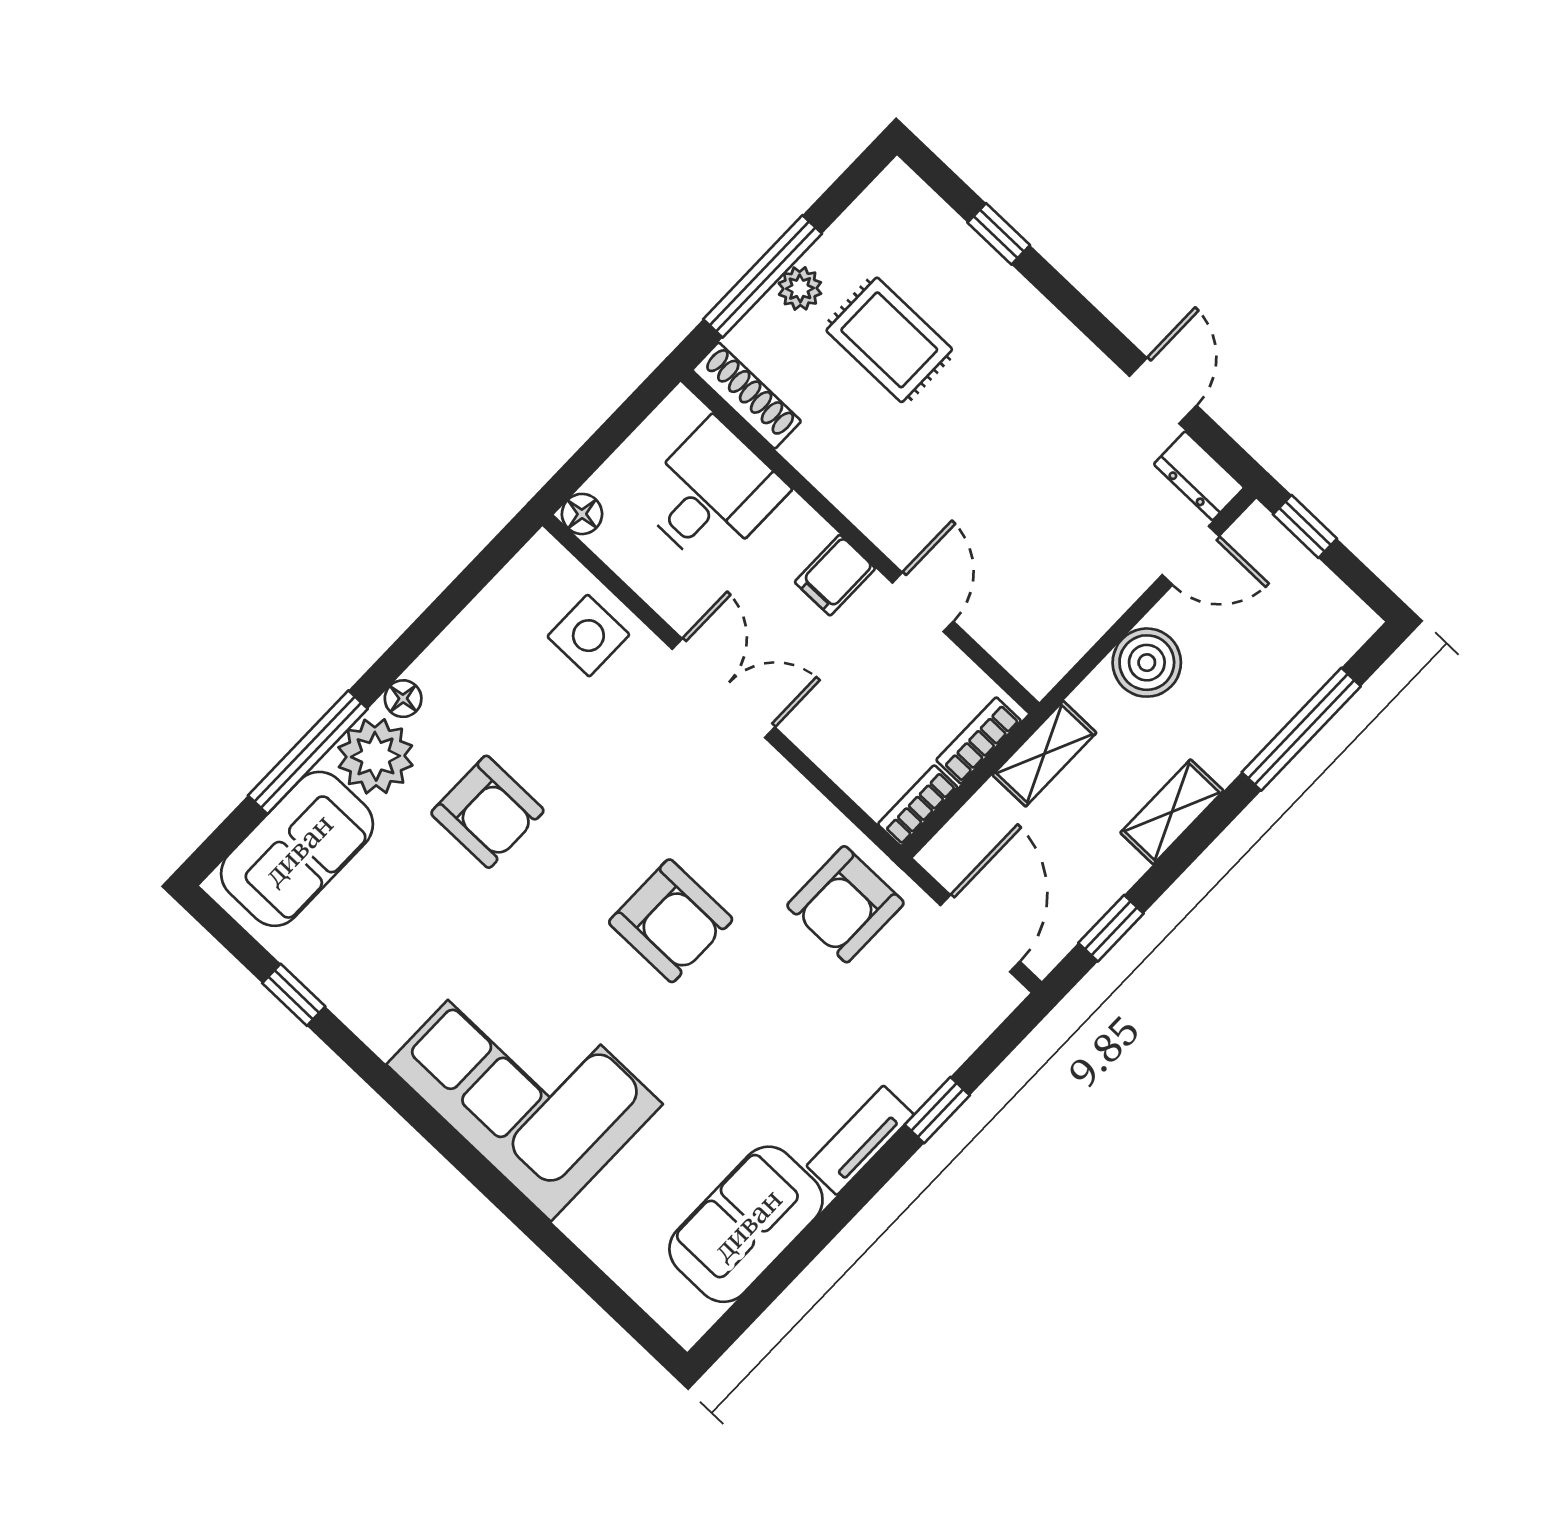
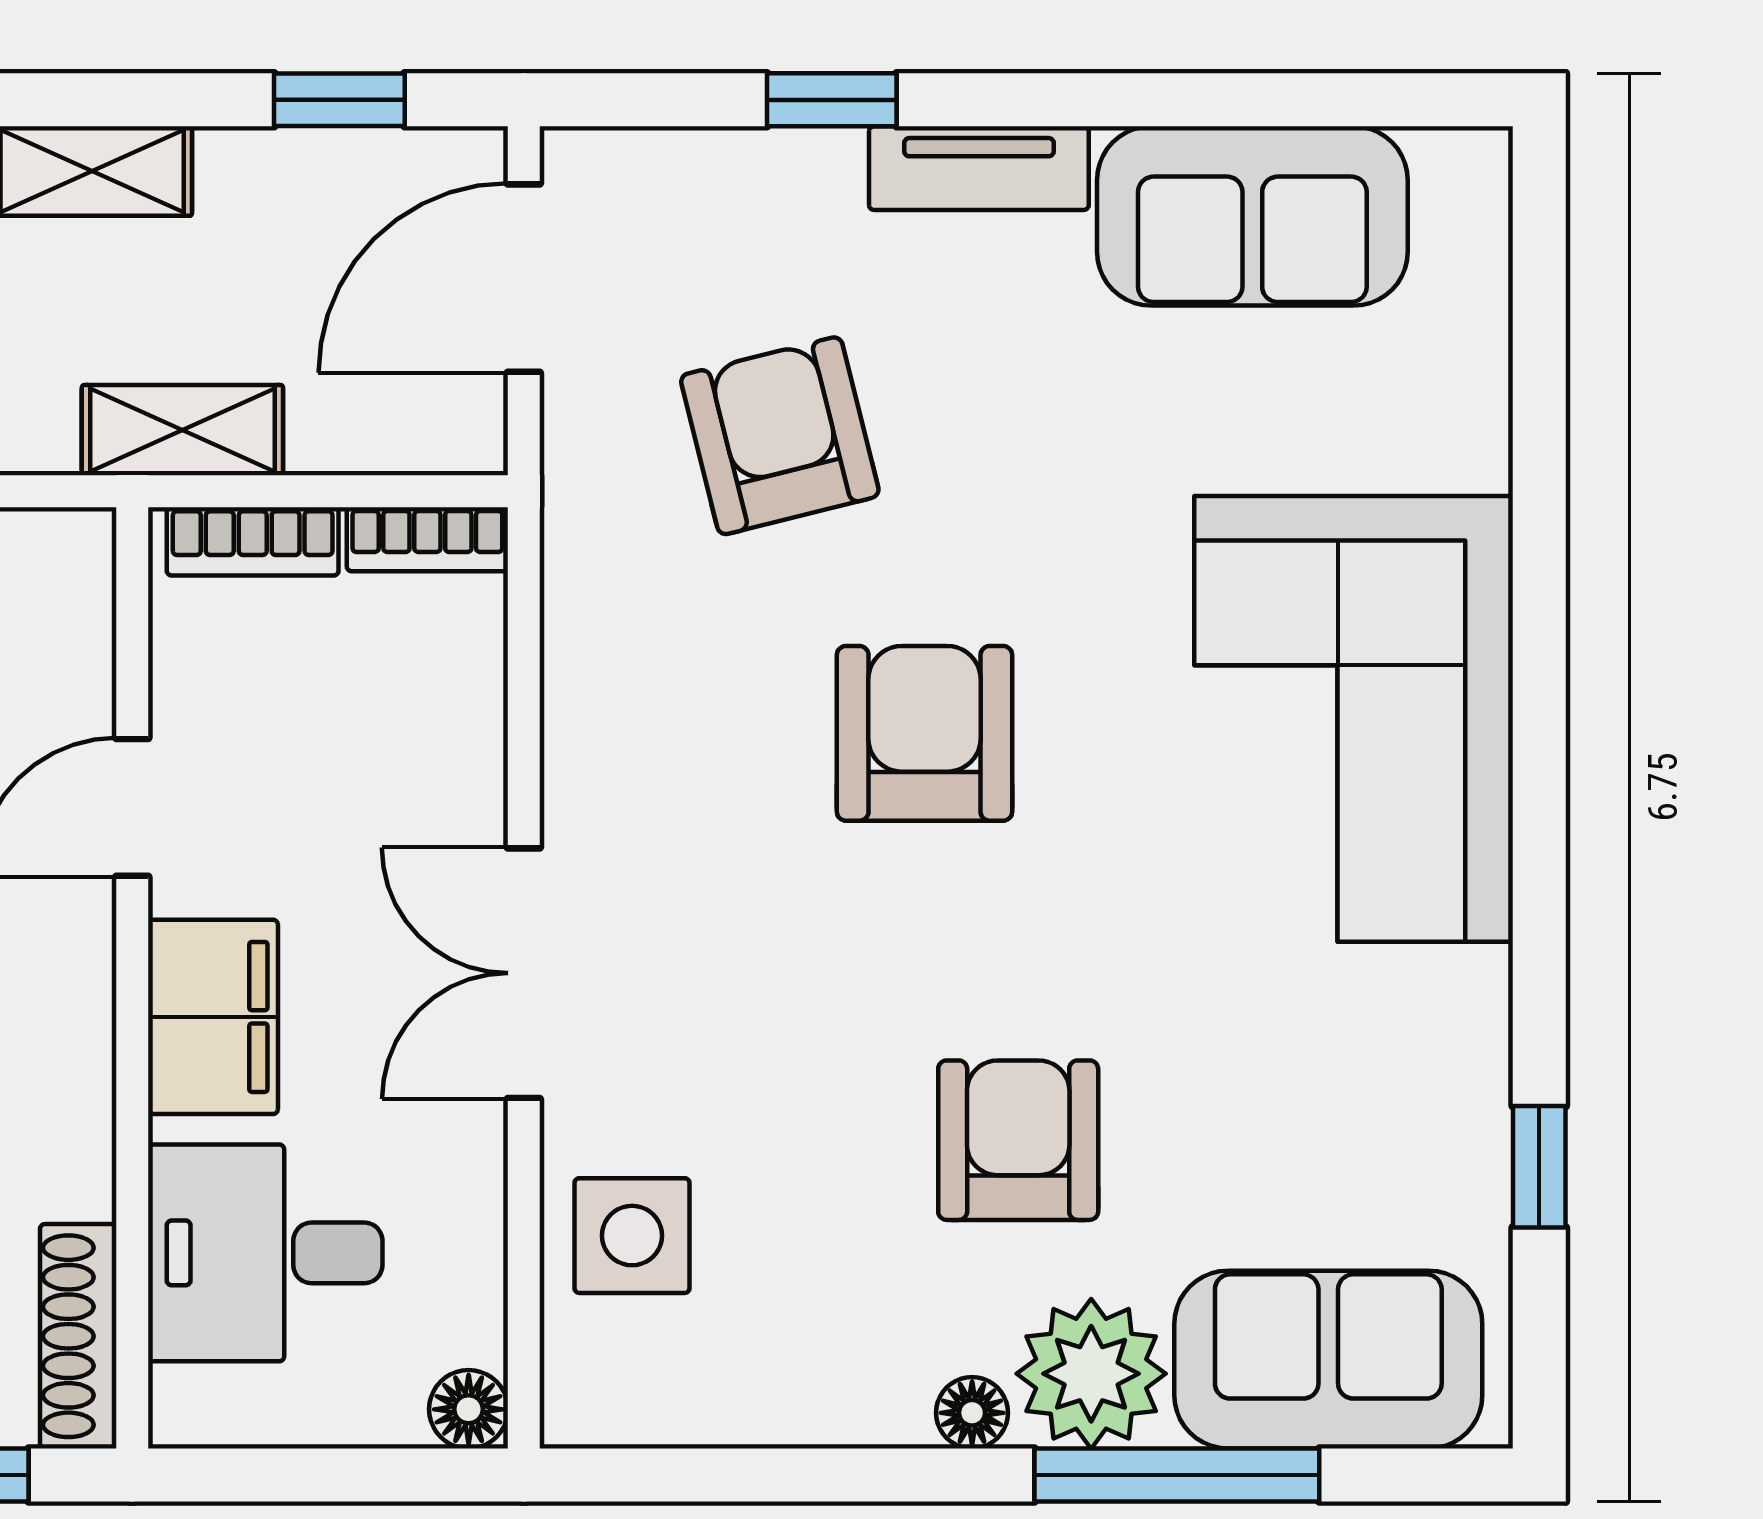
filing cabinet: (835, 575) -> (213, 1017), width x2.00
armchair: (845, 904) -> (780, 436), moved, turned -104

